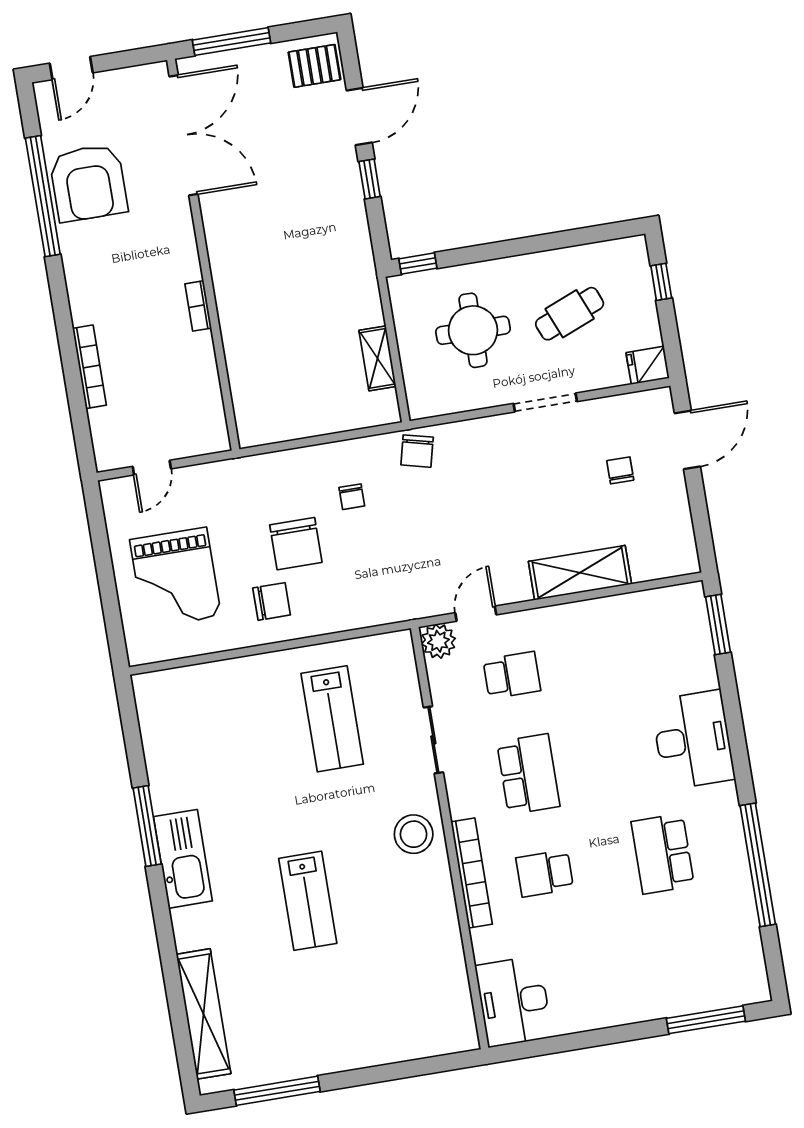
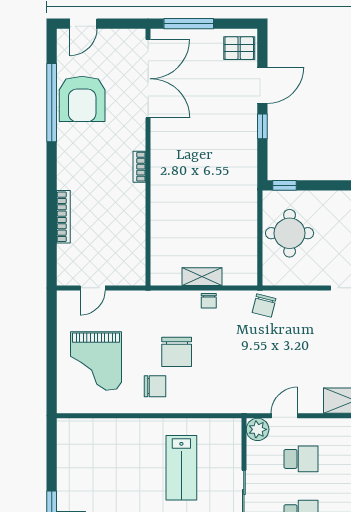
bookcase: (198, 306) -> (139, 167), moved
round table: (473, 330) -> (290, 233), moved
shelving: (378, 358) -> (202, 277), moved, turned 90
chair: (352, 497) -> (209, 301), moved

